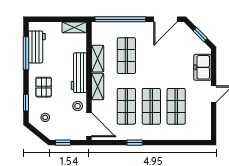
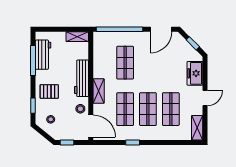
shelving: (98, 59) -> (197, 128), moved
pallet: (44, 87) -> (49, 91), turned 90

